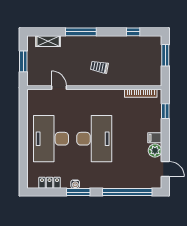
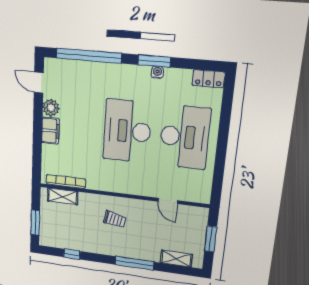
shelving: (143, 81) -> (63, 196), added
window: (165, 111) -> (37, 156), removed
filing cabinet: (155, 138) -> (50, 131), width x2.00
locker: (50, 183) -> (208, 79), moved

